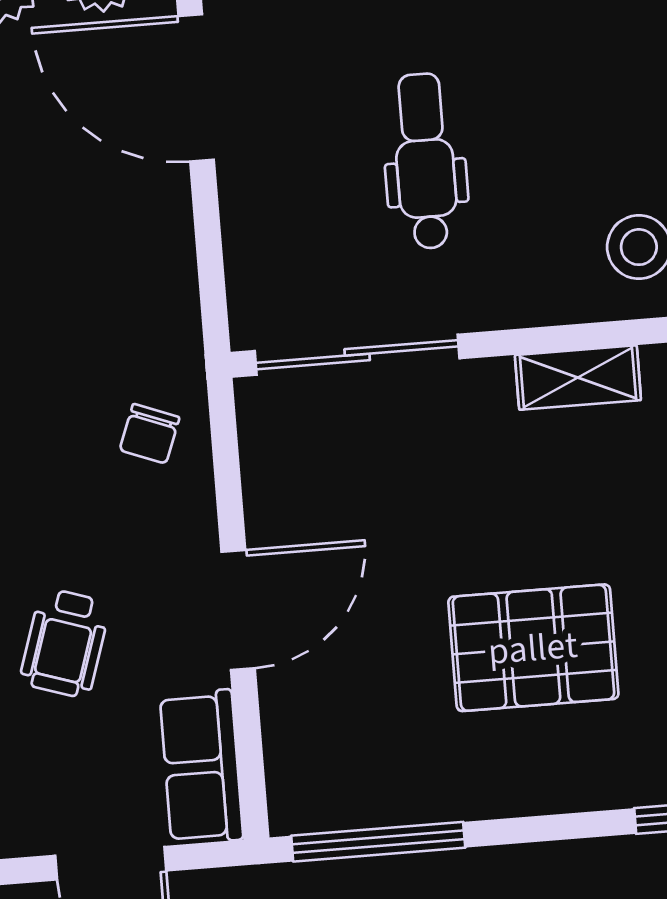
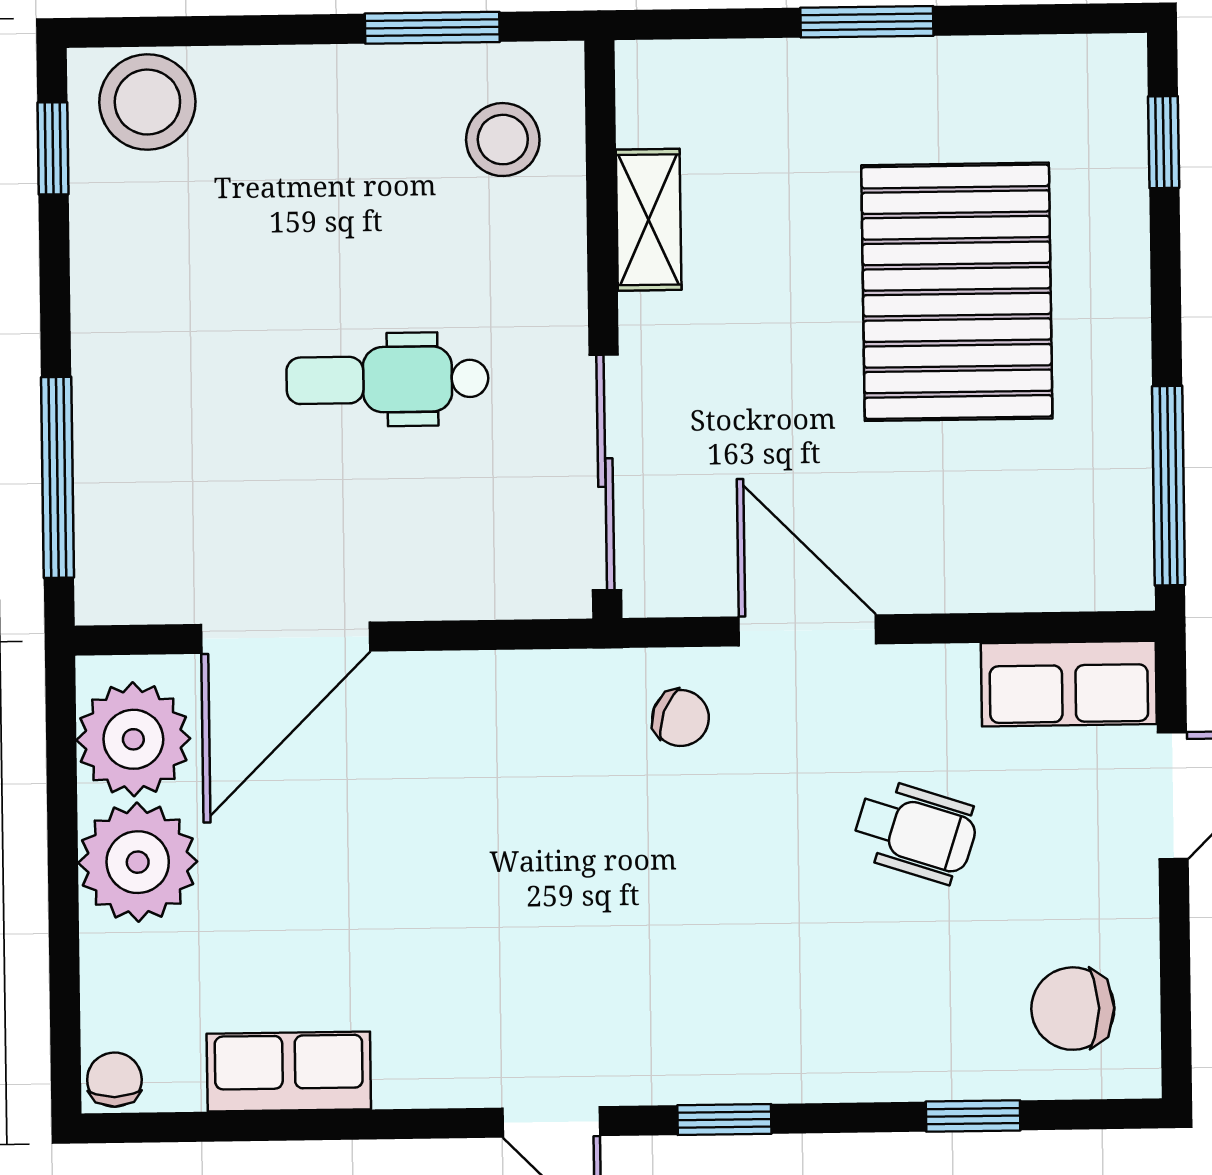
door: (238, 610) -> (807, 630), moved
pallet: (533, 648) -> (957, 292), width x1.37, depth x1.41

